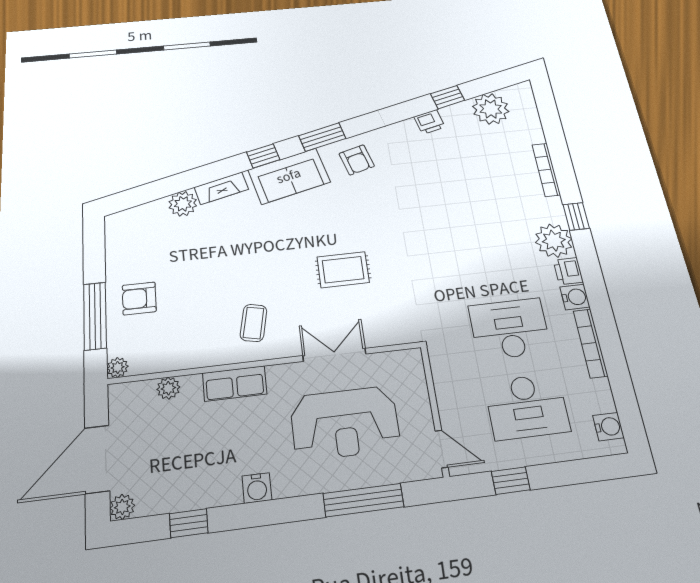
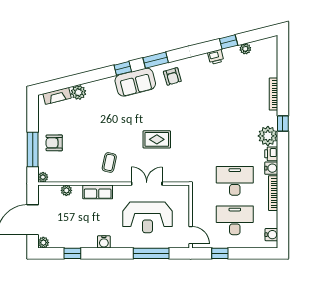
plant: (491, 109) -> (245, 49), width x0.53, depth x0.53
fireplace: (221, 188) -> (57, 96), moved
desk: (527, 406) -> (235, 220), turned 180

